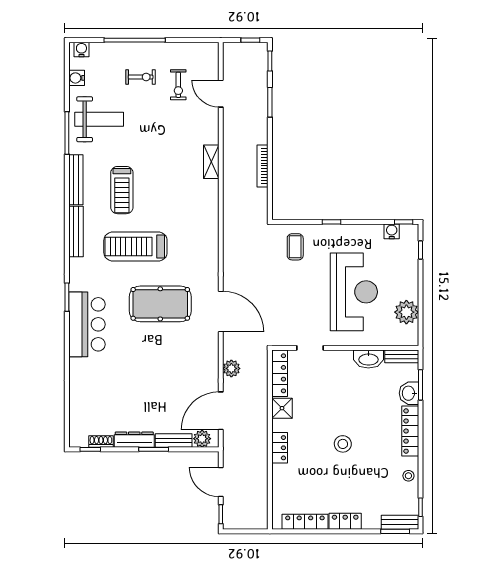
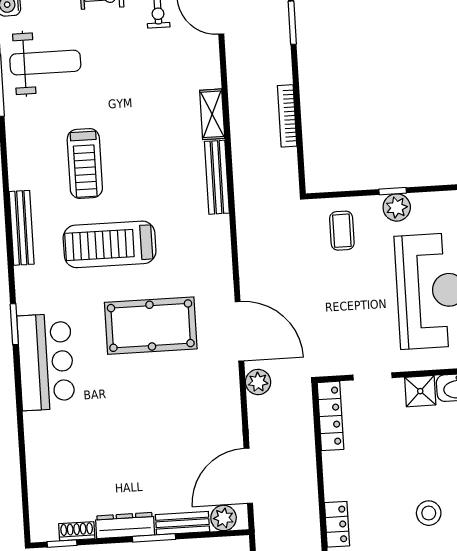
bench: (76, 180) -> (217, 177), moved
plant: (334, 233) -> (397, 207), added
plant: (231, 368) -> (258, 382), moved
shower: (282, 408) -> (420, 391), moved

